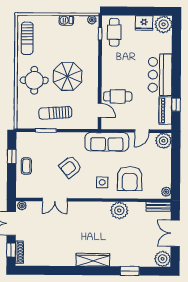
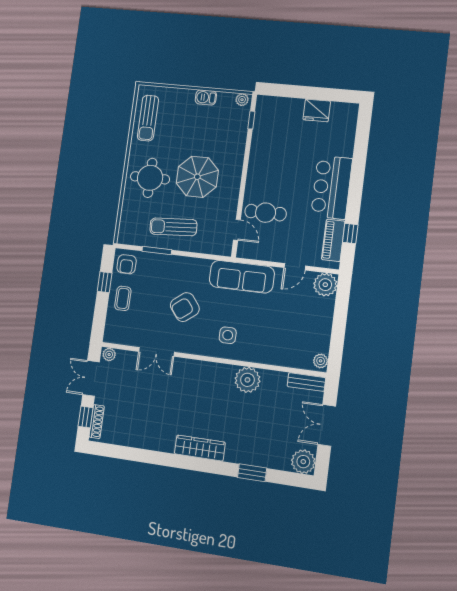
plant: (164, 24) -> (345, 115), removed
cafe table: (114, 32) -> (272, 120), removed
armchair: (130, 179) -> (127, 264), moved, width x0.53, depth x0.53

